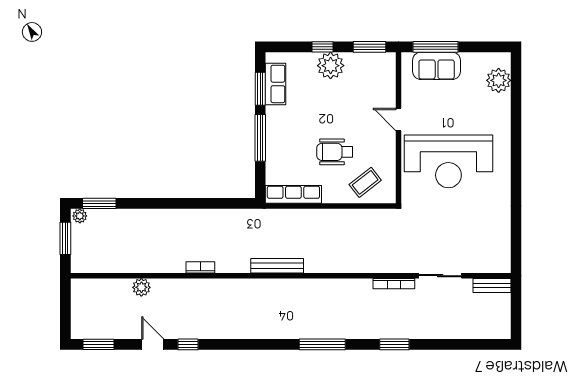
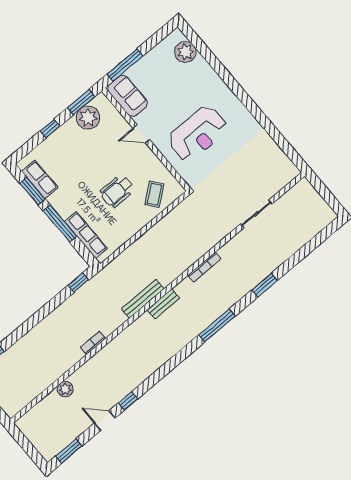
plant: (331, 66) -> (88, 118), moved
sofa: (437, 66) -> (128, 96), moved, turned -90
reception desk: (448, 161) -> (198, 134), width x0.74, depth x0.77
row of seats: (293, 194) -> (86, 235), moved, turned 90
window: (232, 203) -> (78, 283), added
bookcase: (394, 284) -> (204, 267), moved
bench: (492, 285) -> (163, 304), moved

